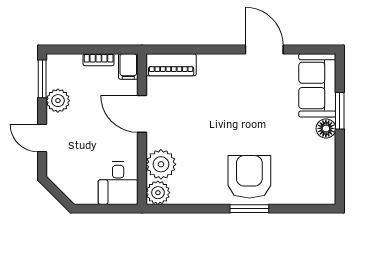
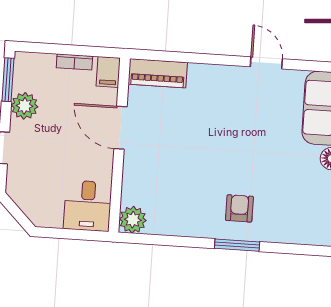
door: (264, 50) -> (266, 63), width x0.73
plant: (161, 164) -> (138, 187), removed
armchair: (249, 177) -> (239, 208), width x0.53, depth x0.53

